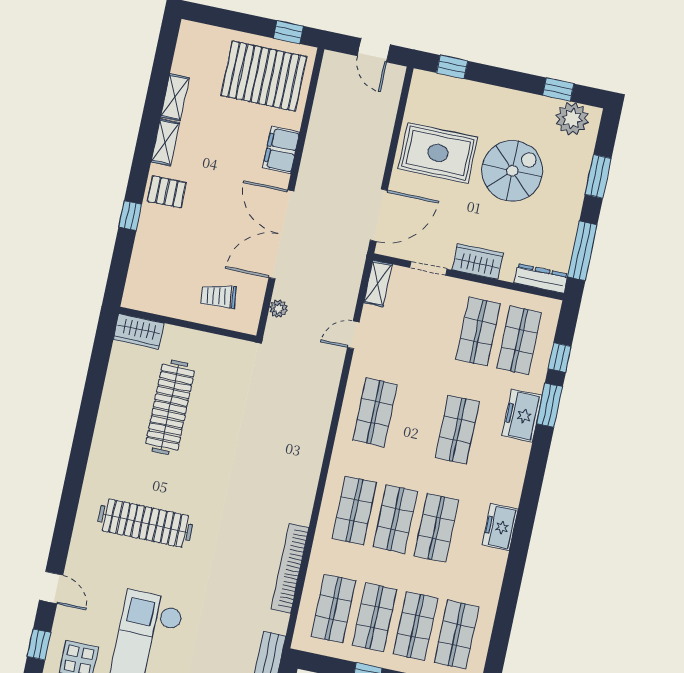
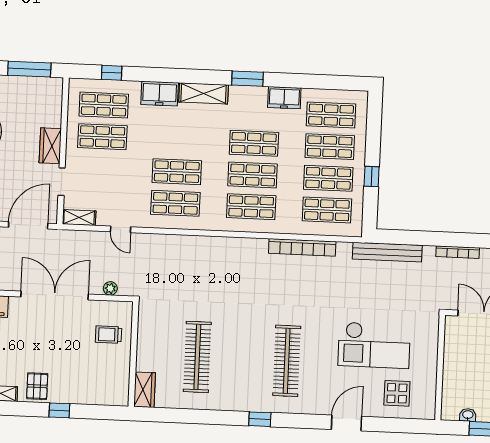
door: (379, 215) -> (28, 225), hinge flipped
double door: (281, 234) -> (55, 295), swing flipped
dresser: (541, 279) -> (55, 97), removed
trolley: (219, 296) -> (108, 335), turned 98
window: (550, 405) -> (247, 79), moved
clothes rail: (170, 407) -> (197, 357), turned 90
shop shelf: (457, 430) -> (177, 172), moved
shelving: (513, 473) -> (204, 93), added
freezer: (500, 527) -> (284, 98), moved
door: (51, 588) -> (347, 423), width x1.38
window: (39, 645) -> (260, 419), moved

